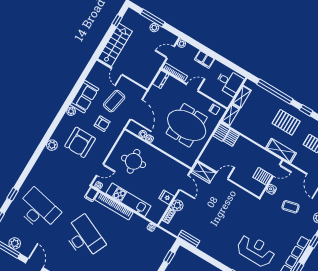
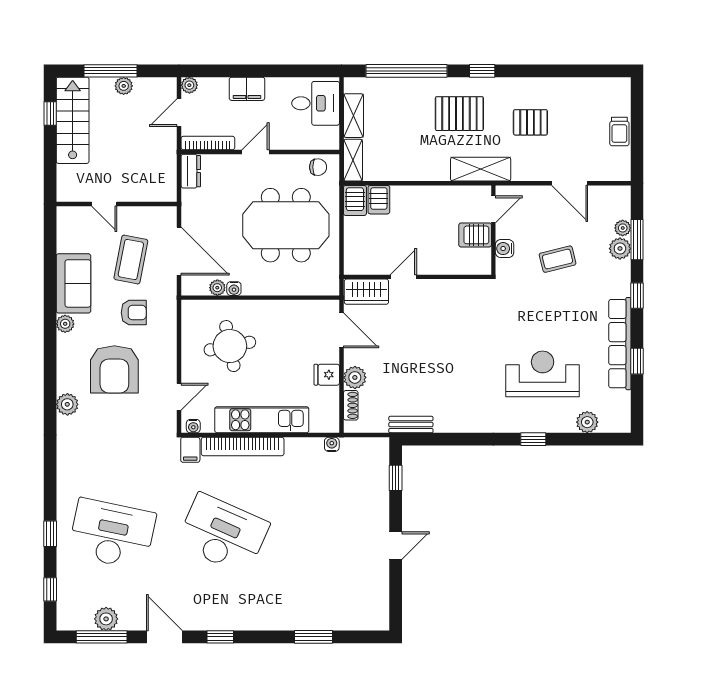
stairs: (115, 45) -> (73, 120), moved

